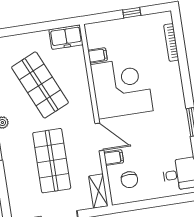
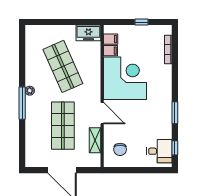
filing cabinet: (114, 158) -> (111, 39), moved
shelving: (98, 191) -> (95, 140), moved

